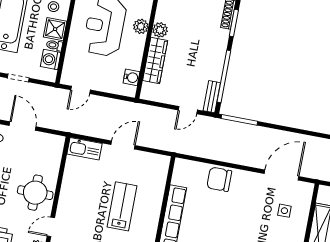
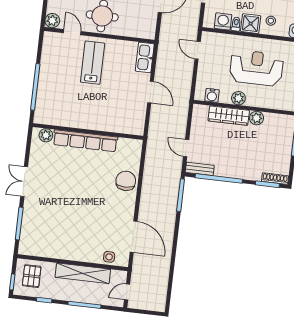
plant: (141, 26) -> (238, 98), moved
lab bench: (122, 206) -> (93, 63), moved, turned -90
side table: (284, 211) -> (109, 257), moved

